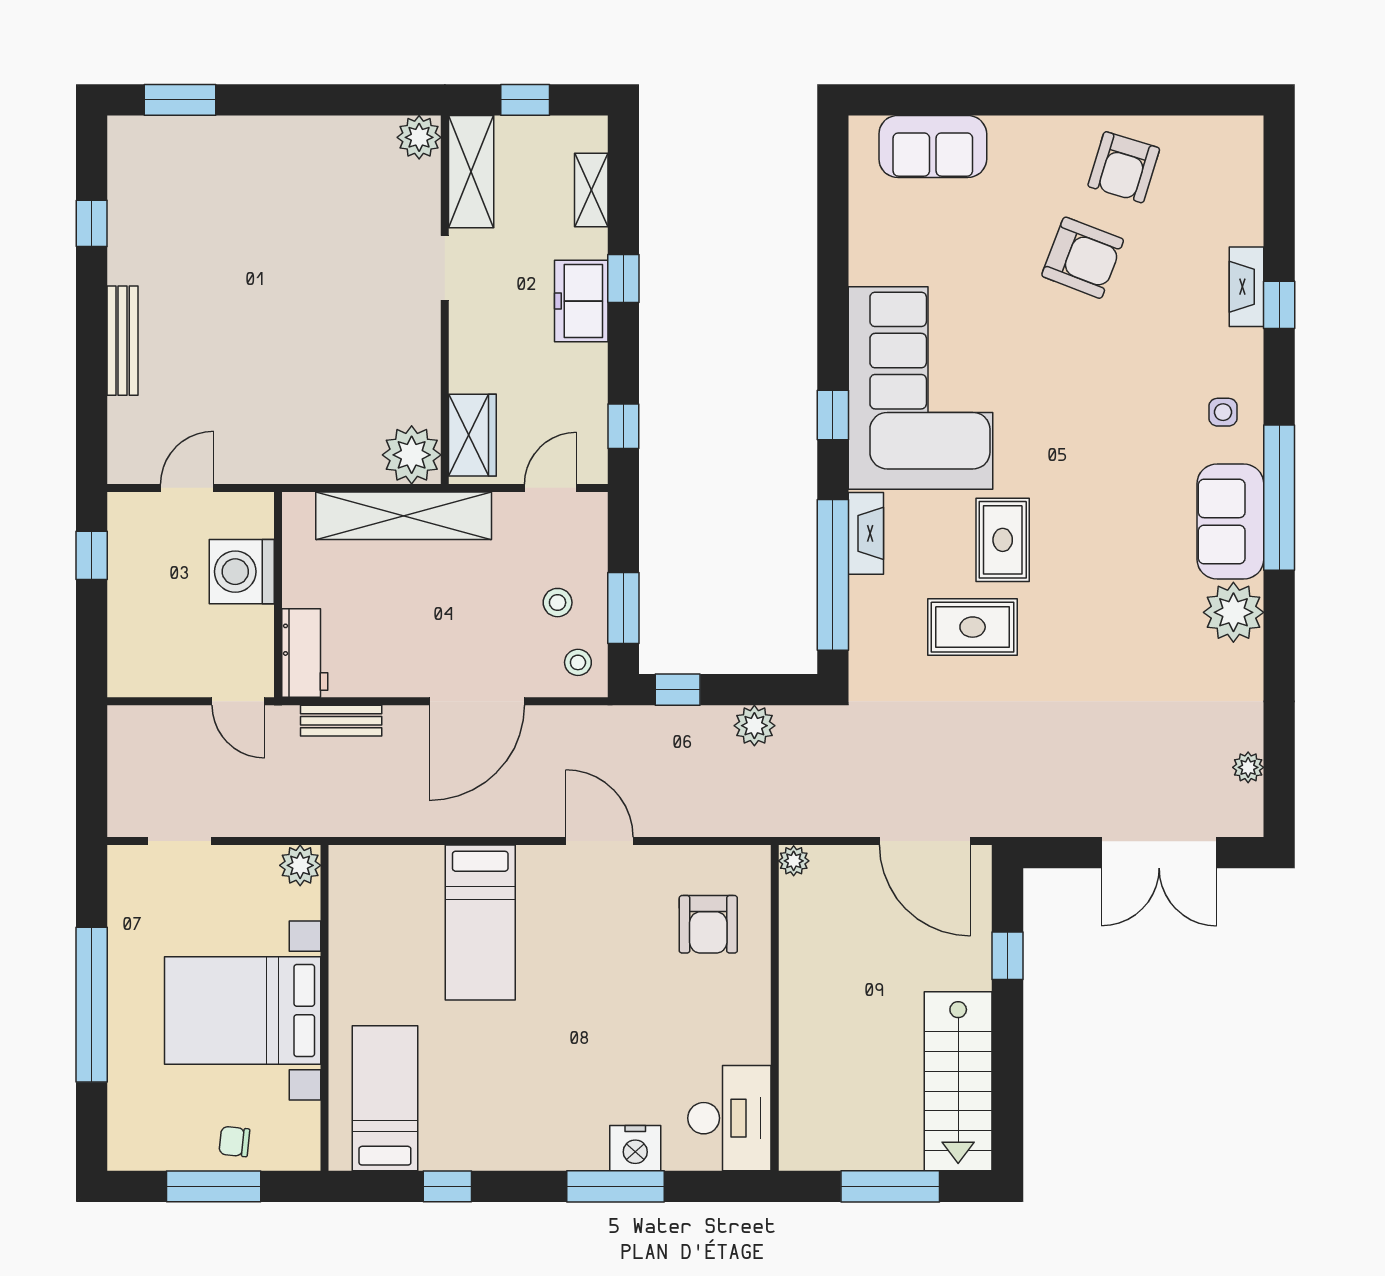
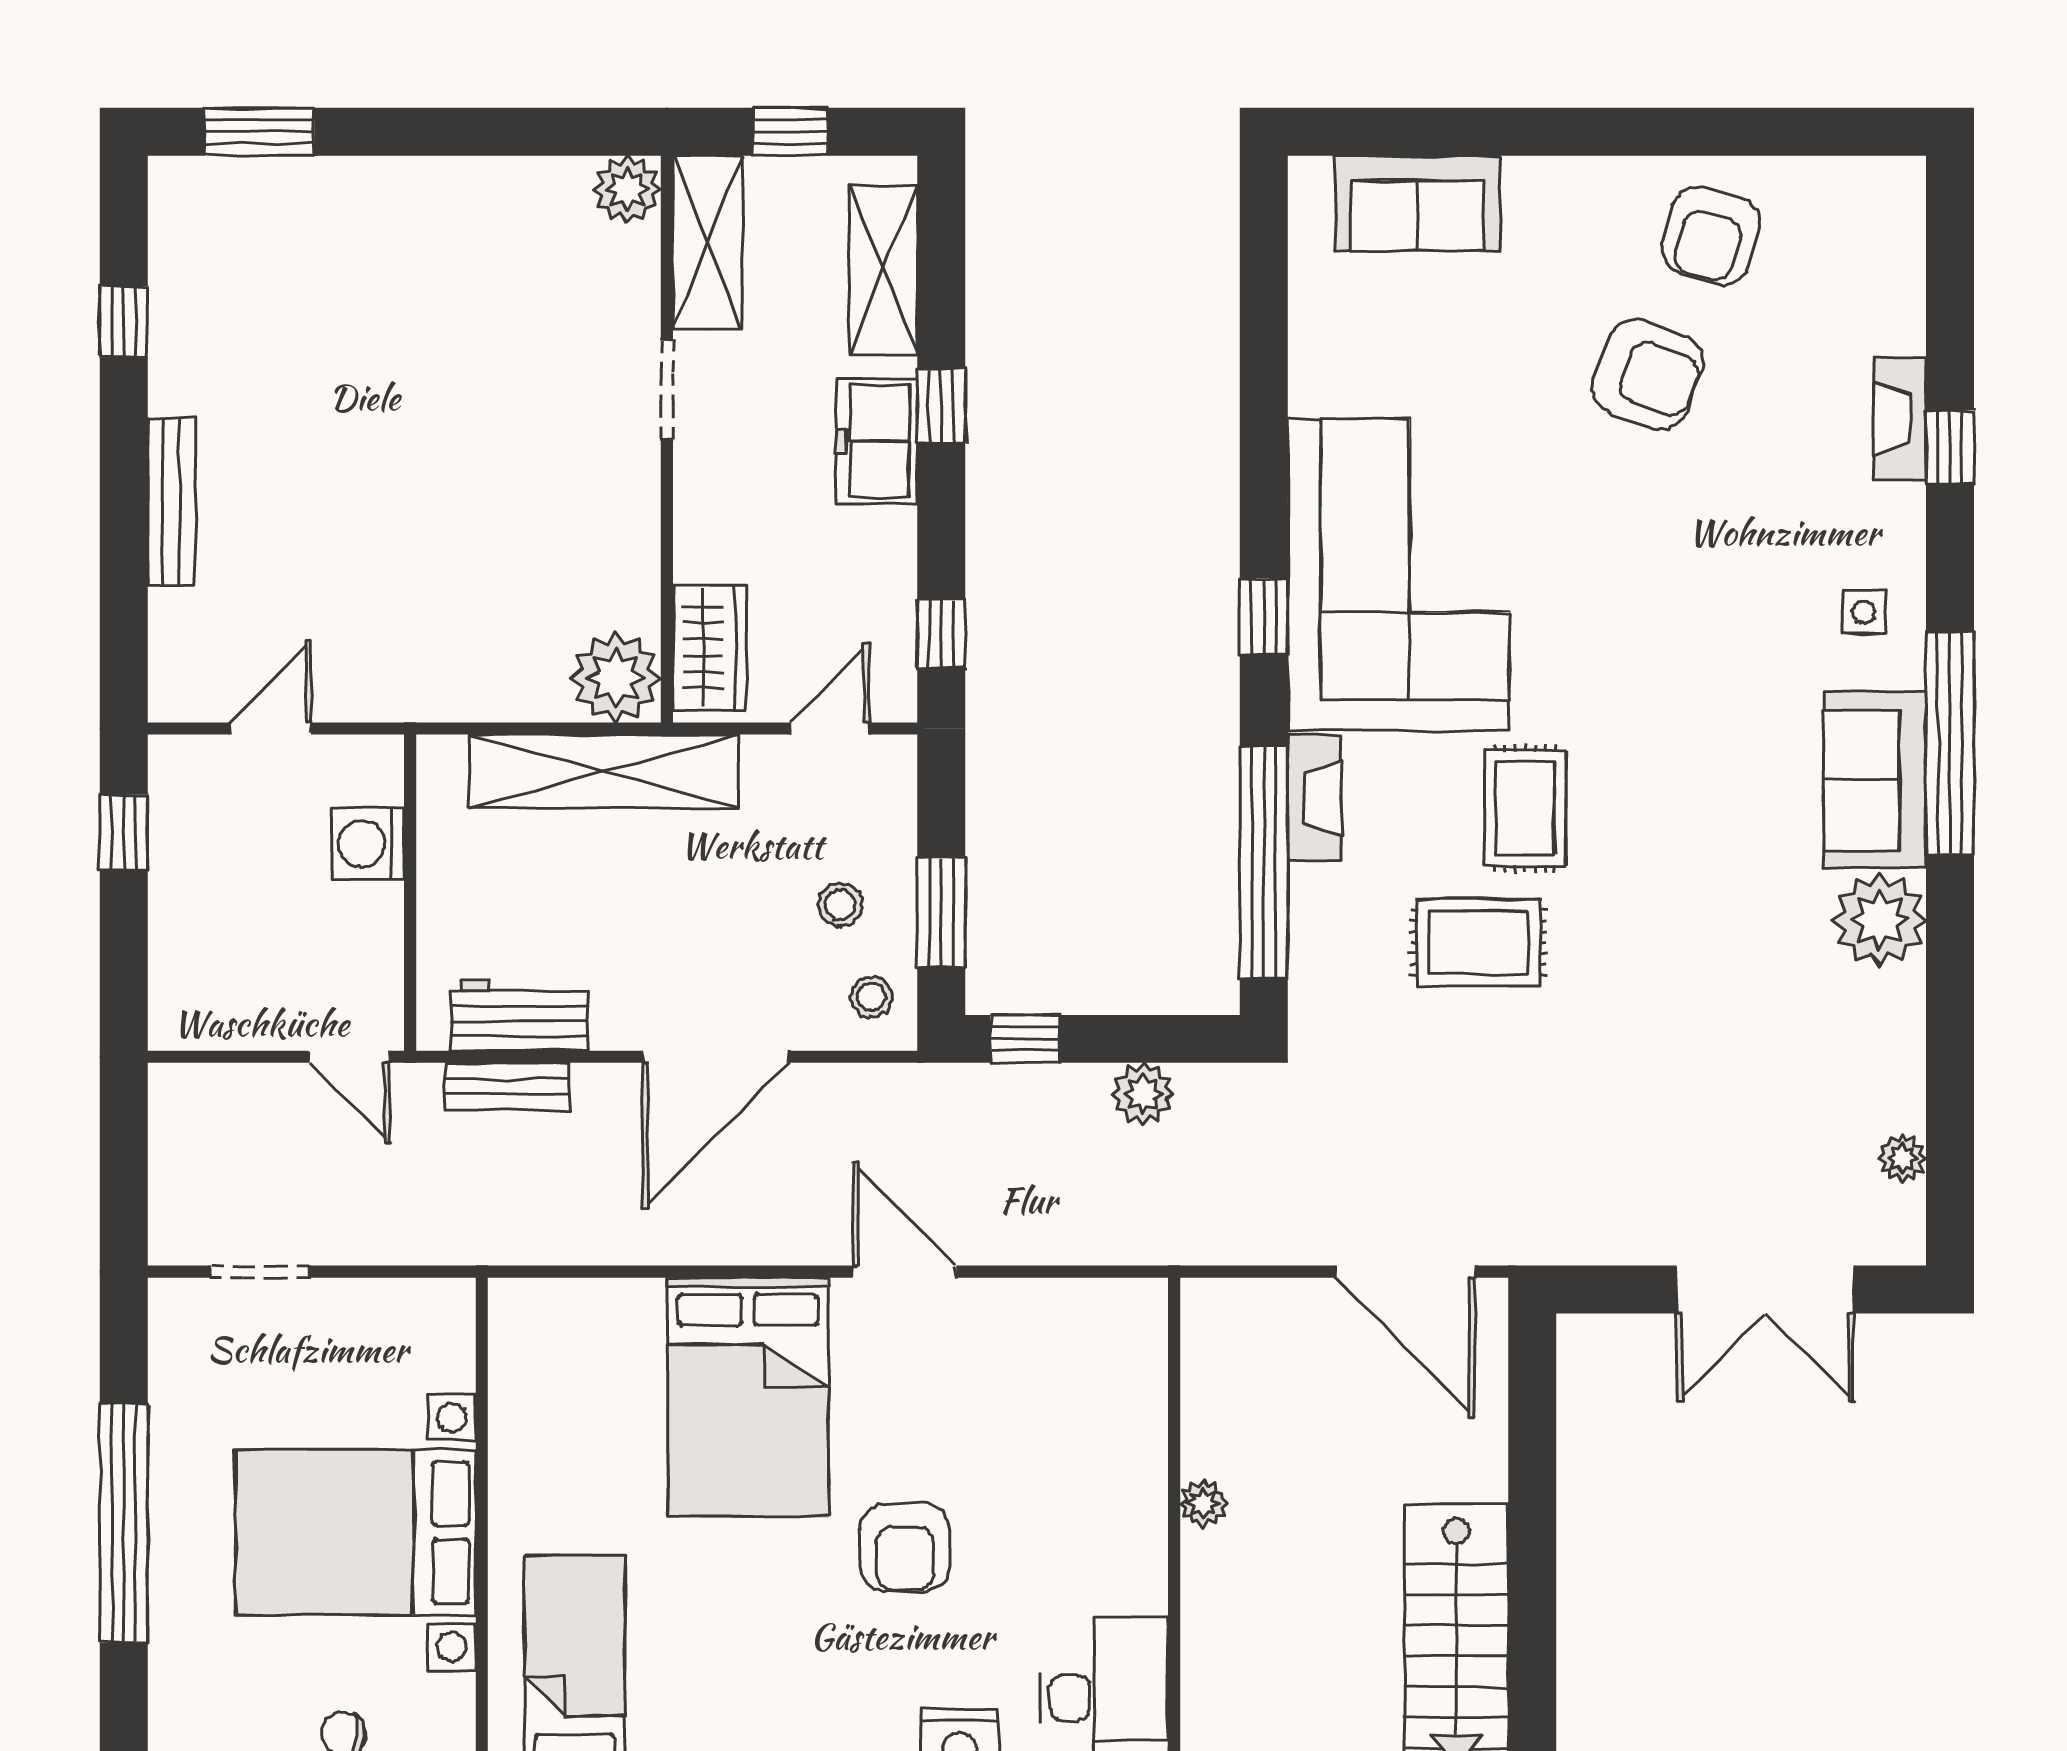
shelving: (591, 190) -> (883, 270), width x1.50, depth x1.33
washing machine: (242, 572) -> (368, 844), width x0.73, depth x0.73
workbench: (305, 653) -> (519, 1015), moved, turned -90
plant: (794, 861) -> (1203, 1503), moved
plant: (300, 865) -> (444, 1309), removed
bed: (480, 923) -> (748, 1397), width x1.50
armchair: (708, 924) -> (905, 1548), moved
window: (1007, 956) -> (1532, 1448), removed

